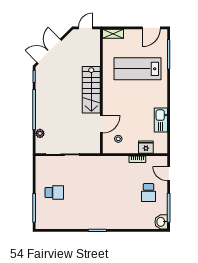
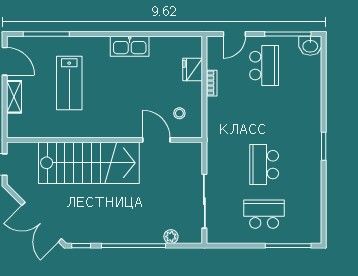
shelving: (113, 34) -> (14, 97), moved
lab bench: (137, 69) -> (69, 83), width x0.73, depth x0.72
stairs: (91, 90) -> (89, 163), width x1.36, depth x1.51
kitchen sink: (161, 120) -> (130, 46), moved
school desk: (54, 193) -> (264, 214), width x1.85
school desk: (86, 193) -> (264, 165), added
school desk: (149, 193) -> (264, 66), width x1.85

